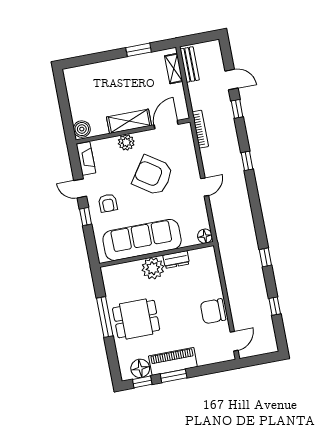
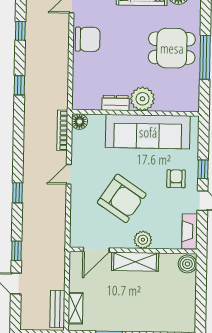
bookcase: (200, 129) -> (62, 130), moved

